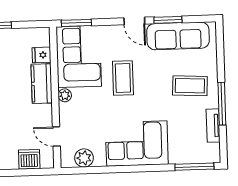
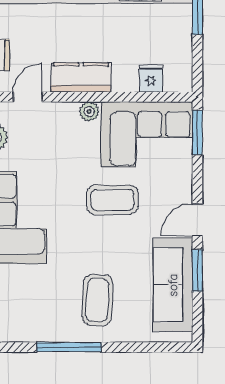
kitchen counter: (42, 84) -> (81, 77), moved
tv unit: (213, 126) -> (36, 333), removed

